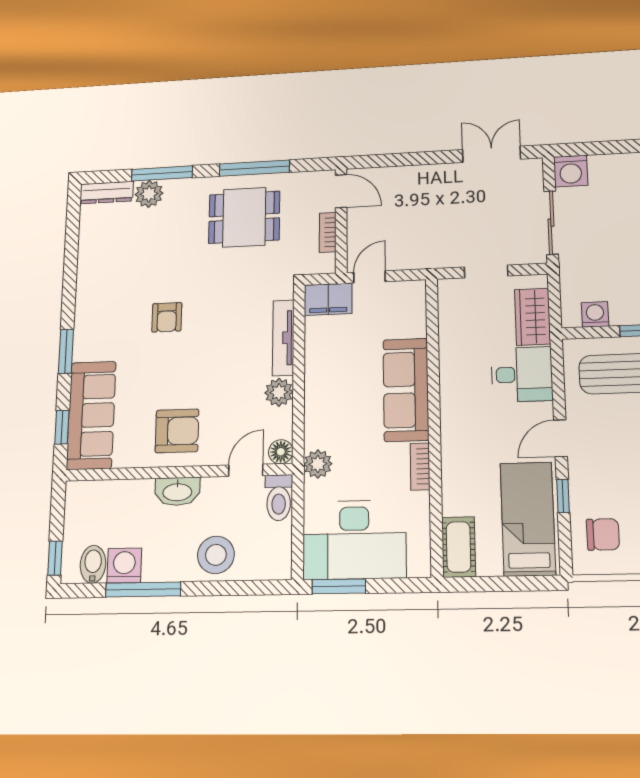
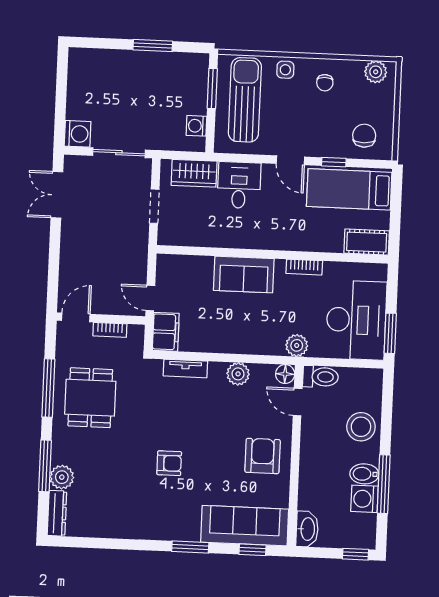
tv unit: (283, 338) -> (185, 368), width x0.71
sofa: (406, 390) -> (244, 274), width x0.73
washbasin: (177, 491) -> (307, 529), moved
bidet: (93, 564) -> (364, 474), moved

